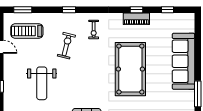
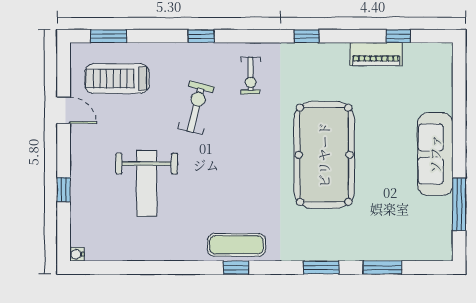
window: (136, 10) -> (306, 36), moved
piano: (136, 19) -> (376, 54), moved
sofa: (183, 61) -> (435, 154), width x0.74, depth x0.79

